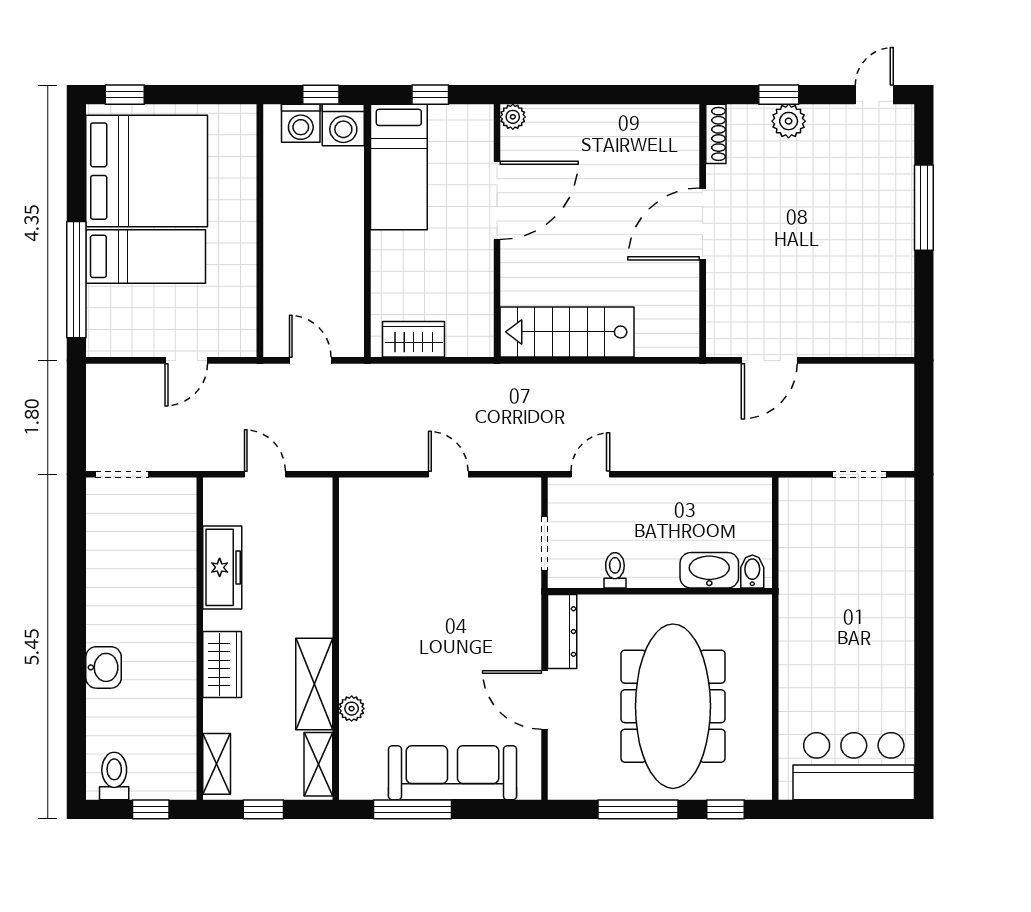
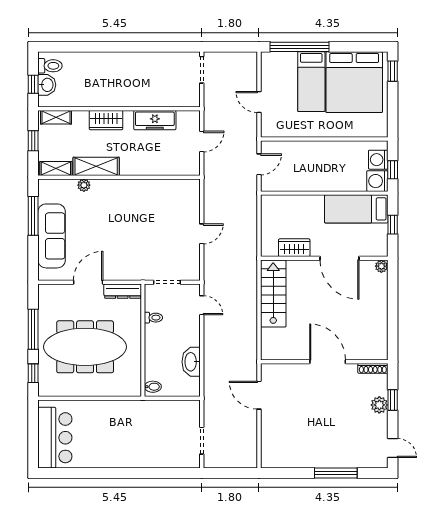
wardrobe: (414, 339) -> (294, 248), moved, turned -90
washbasin: (709, 570) -> (191, 362), moved, turned 180
washbasin: (104, 667) -> (47, 85), moved, turned -90

